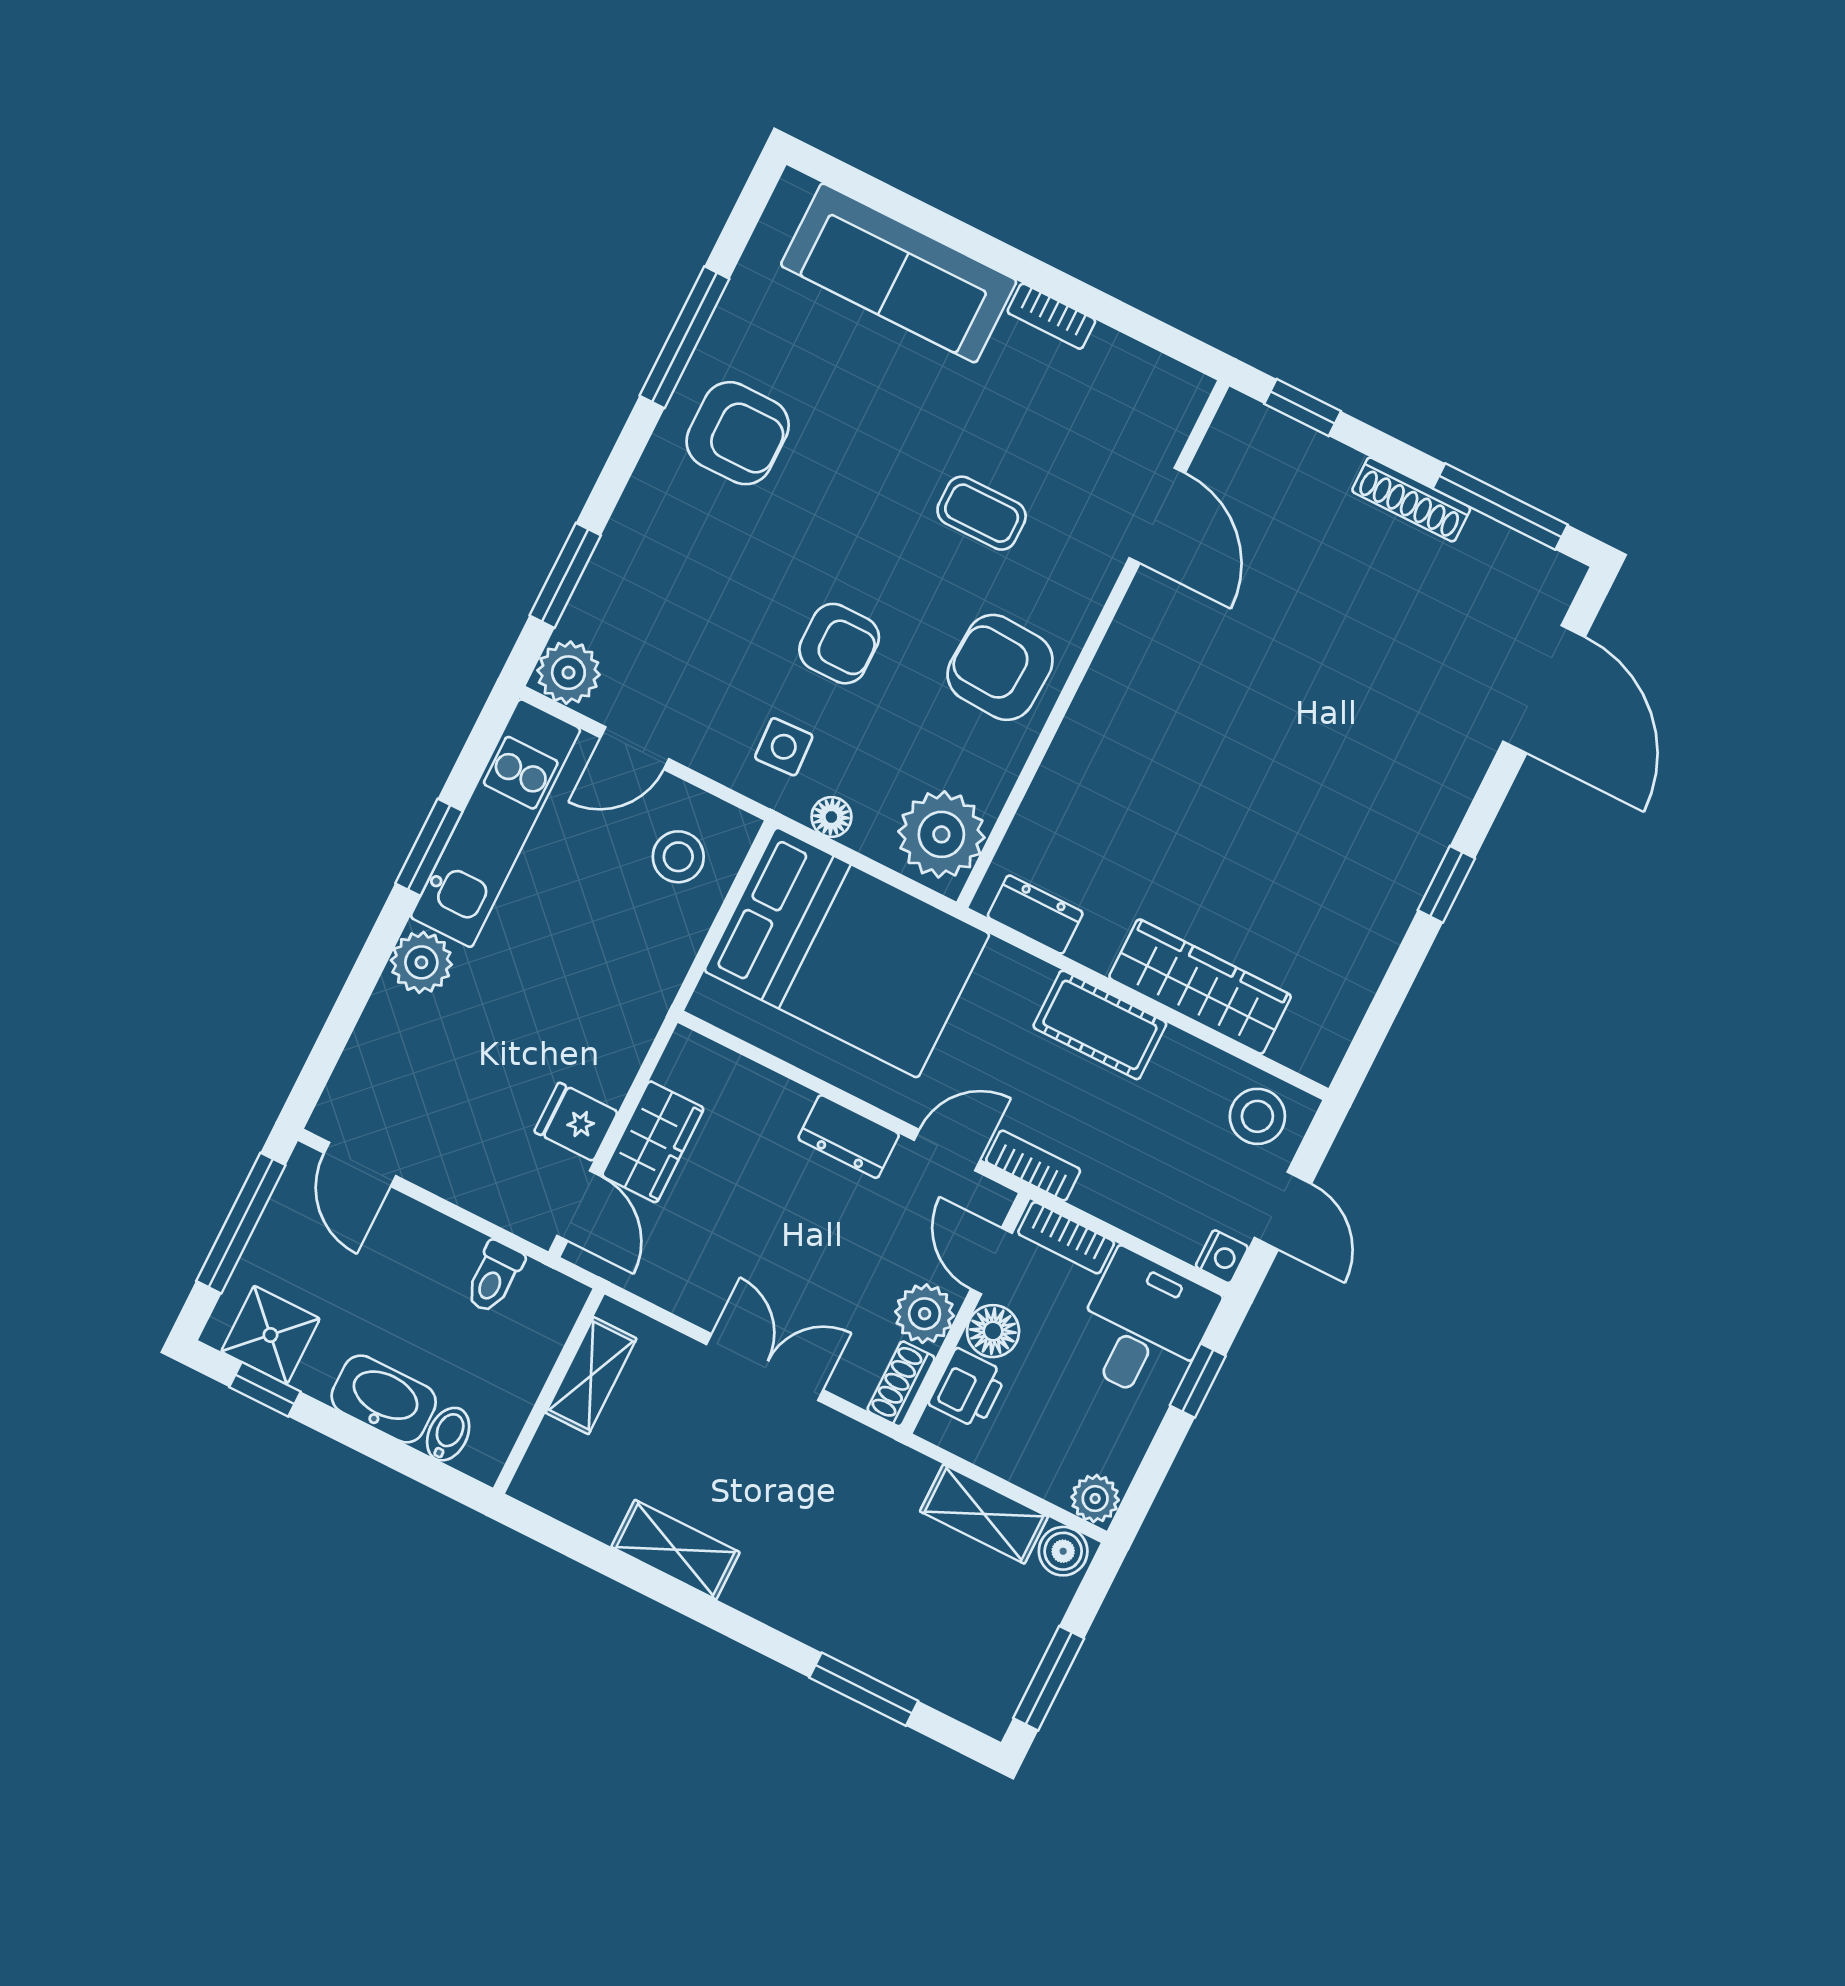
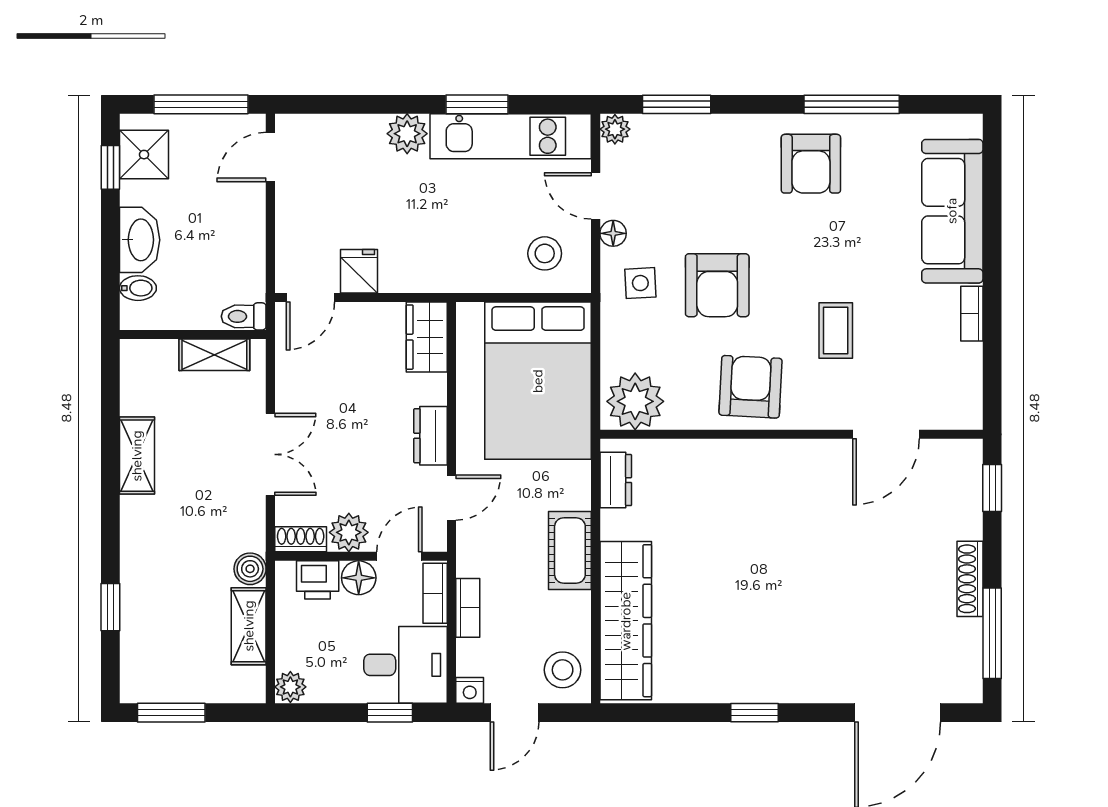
armchair: (839, 644) -> (717, 285), width x1.38, depth x1.38
plant: (568, 673) -> (615, 129), width x0.73, depth x0.73
floor lamp: (831, 817) -> (613, 233), moved
wardrobe: (1200, 987) -> (626, 621), width x1.40, depth x1.17
wardrobe: (653, 1142) -> (427, 337), moved, turned 90
door: (947, 1150) -> (451, 498), hinge flipped
bookcase: (1033, 1166) -> (468, 608), moved
toilet: (494, 1277) -> (244, 316), moved
boiler: (1063, 1551) -> (250, 569), moved
window: (864, 1689) -> (110, 607), width x0.67

